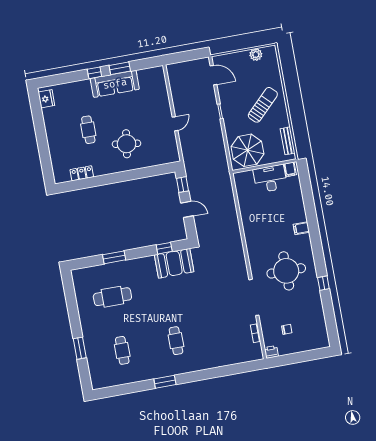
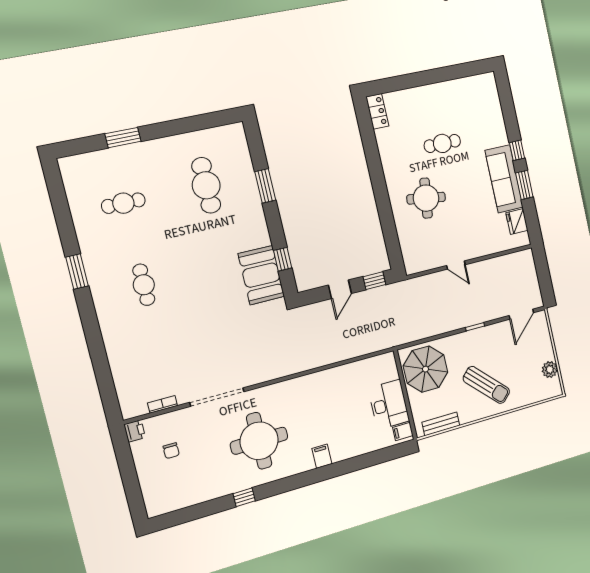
fridge: (46, 99) -> (517, 222), moved, turned 90
locker: (82, 173) -> (377, 111), moved
cafe table: (176, 341) -> (144, 285), turned 90

